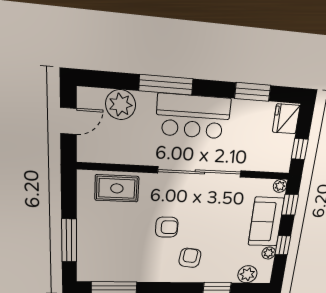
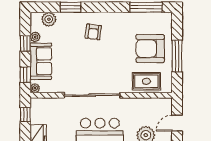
armchair: (167, 227) -> (150, 49), moved, width x1.88, depth x1.88
window: (69, 241) -> (177, 56), moved

